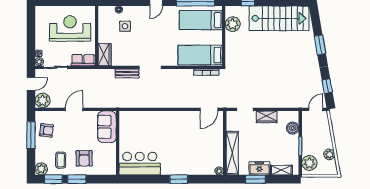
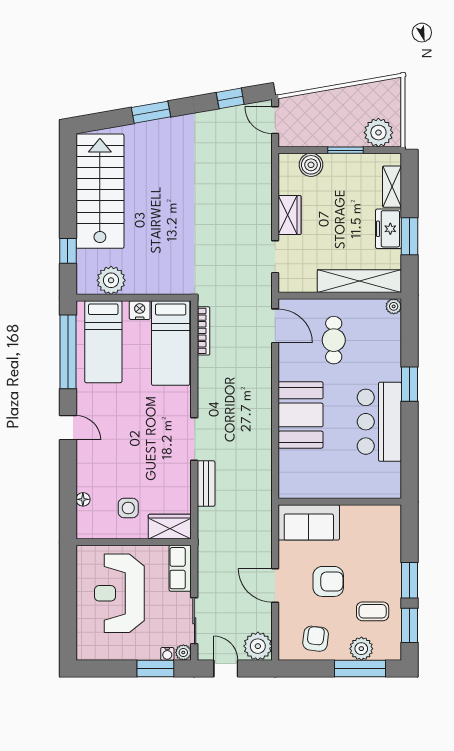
side table: (125, 26) -> (128, 508), moved
nightstand: (217, 39) -> (140, 310), added
window: (31, 47) -> (155, 668), added
booth: (163, 123) -> (301, 415), added
window: (31, 135) -> (360, 668), moved
cafe table: (202, 140) -> (334, 340), added
plant: (329, 154) -> (362, 94), removed
armchair: (84, 158) -> (328, 581), moved
bar counter: (140, 164) -> (379, 422), moved
plant: (41, 169) -> (361, 649), moved

